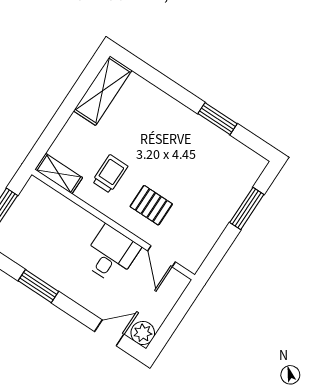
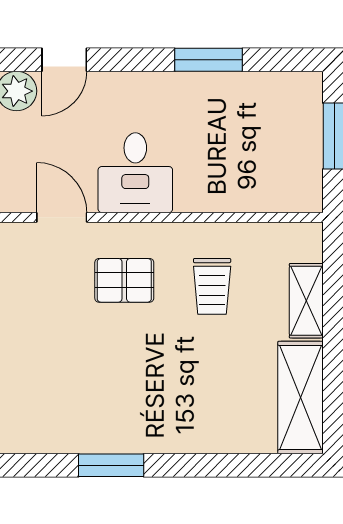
shelving: (59, 174) -> (306, 301), moved, turned 90

